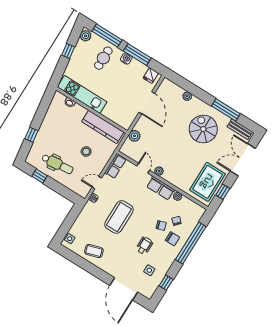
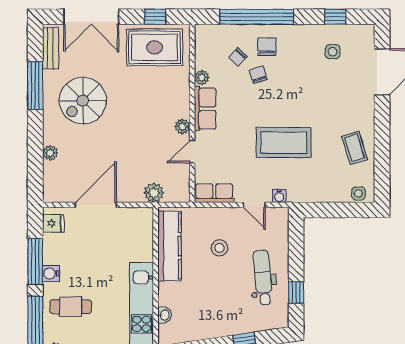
wheelchair: (144, 246) -> (302, 81), removed

